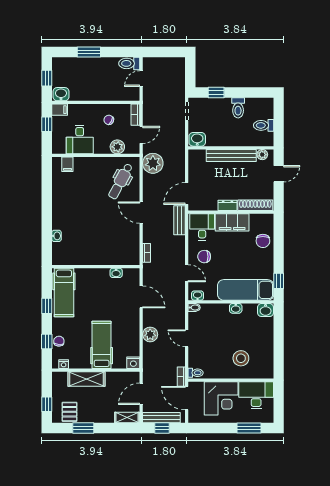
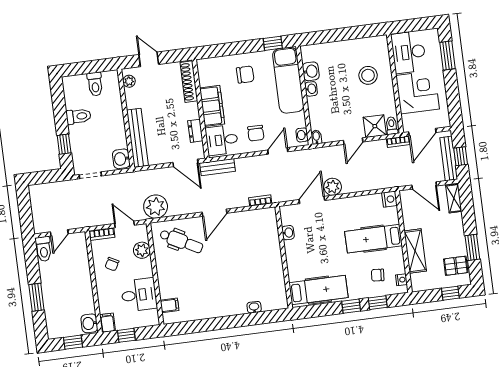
door: (141, 79) -> (59, 233), hinge flipped
bench: (231, 155) -> (137, 138), moved
dresser: (228, 205) -> (195, 131), moved
chair: (263, 241) -> (245, 75), moved
window: (47, 306) -> (351, 306), moved
washbasin: (266, 310) -> (311, 71), moved
plant: (150, 334) -> (333, 187), moved
chair: (59, 341) -> (378, 275), moved
shower: (197, 358) -> (375, 126), added

